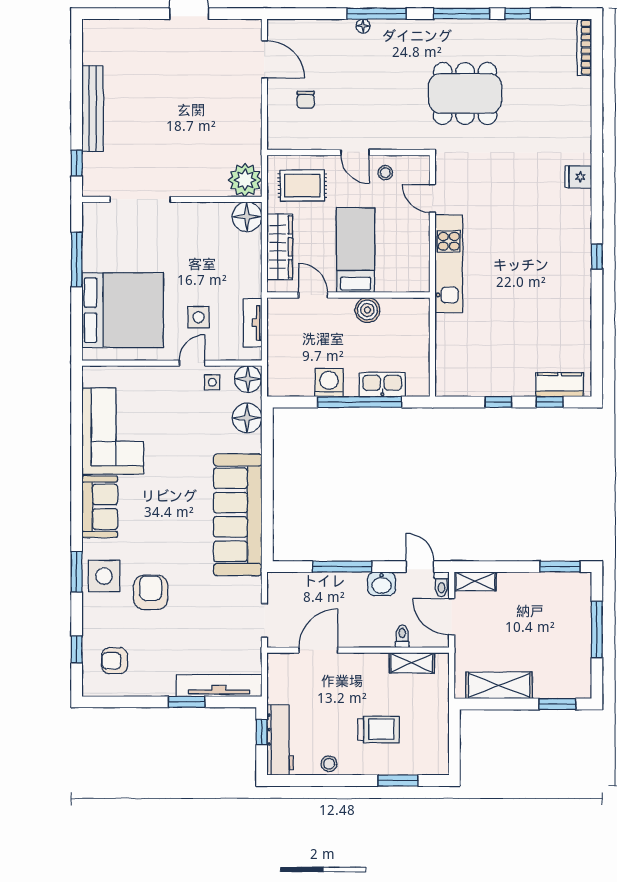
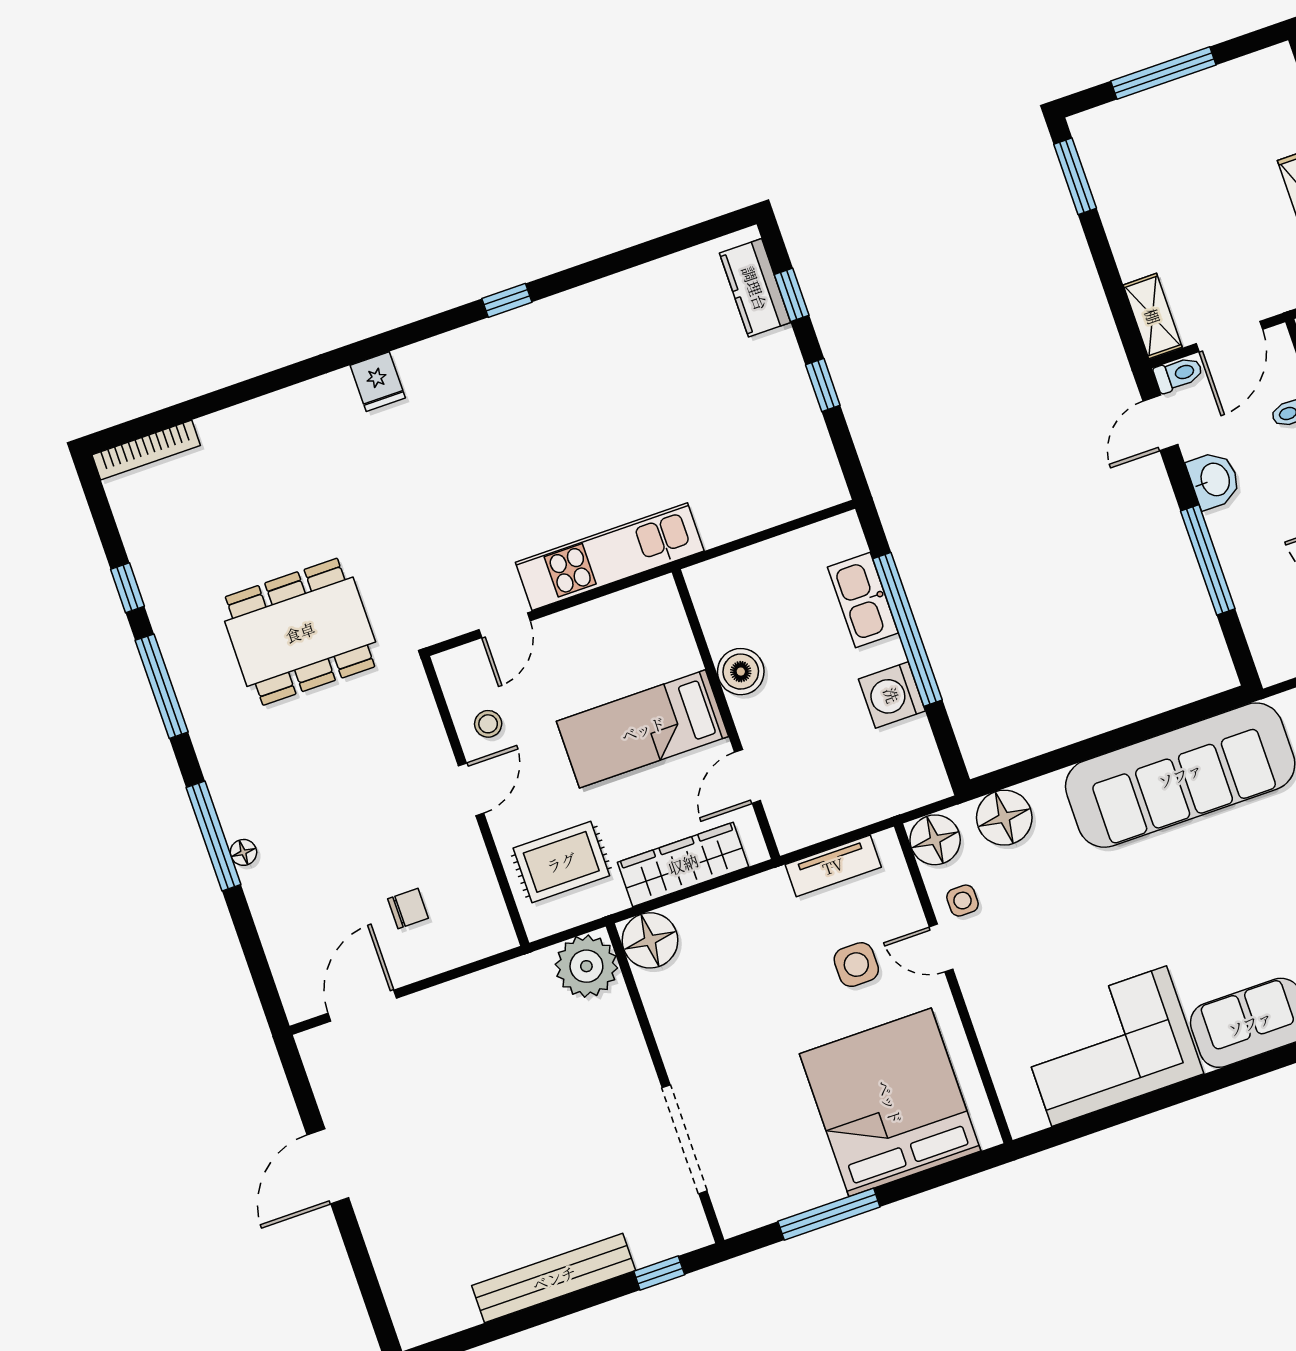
dining table: (465, 93) -> (300, 632), turned 90
rug: (302, 186) -> (561, 862), turned 90

